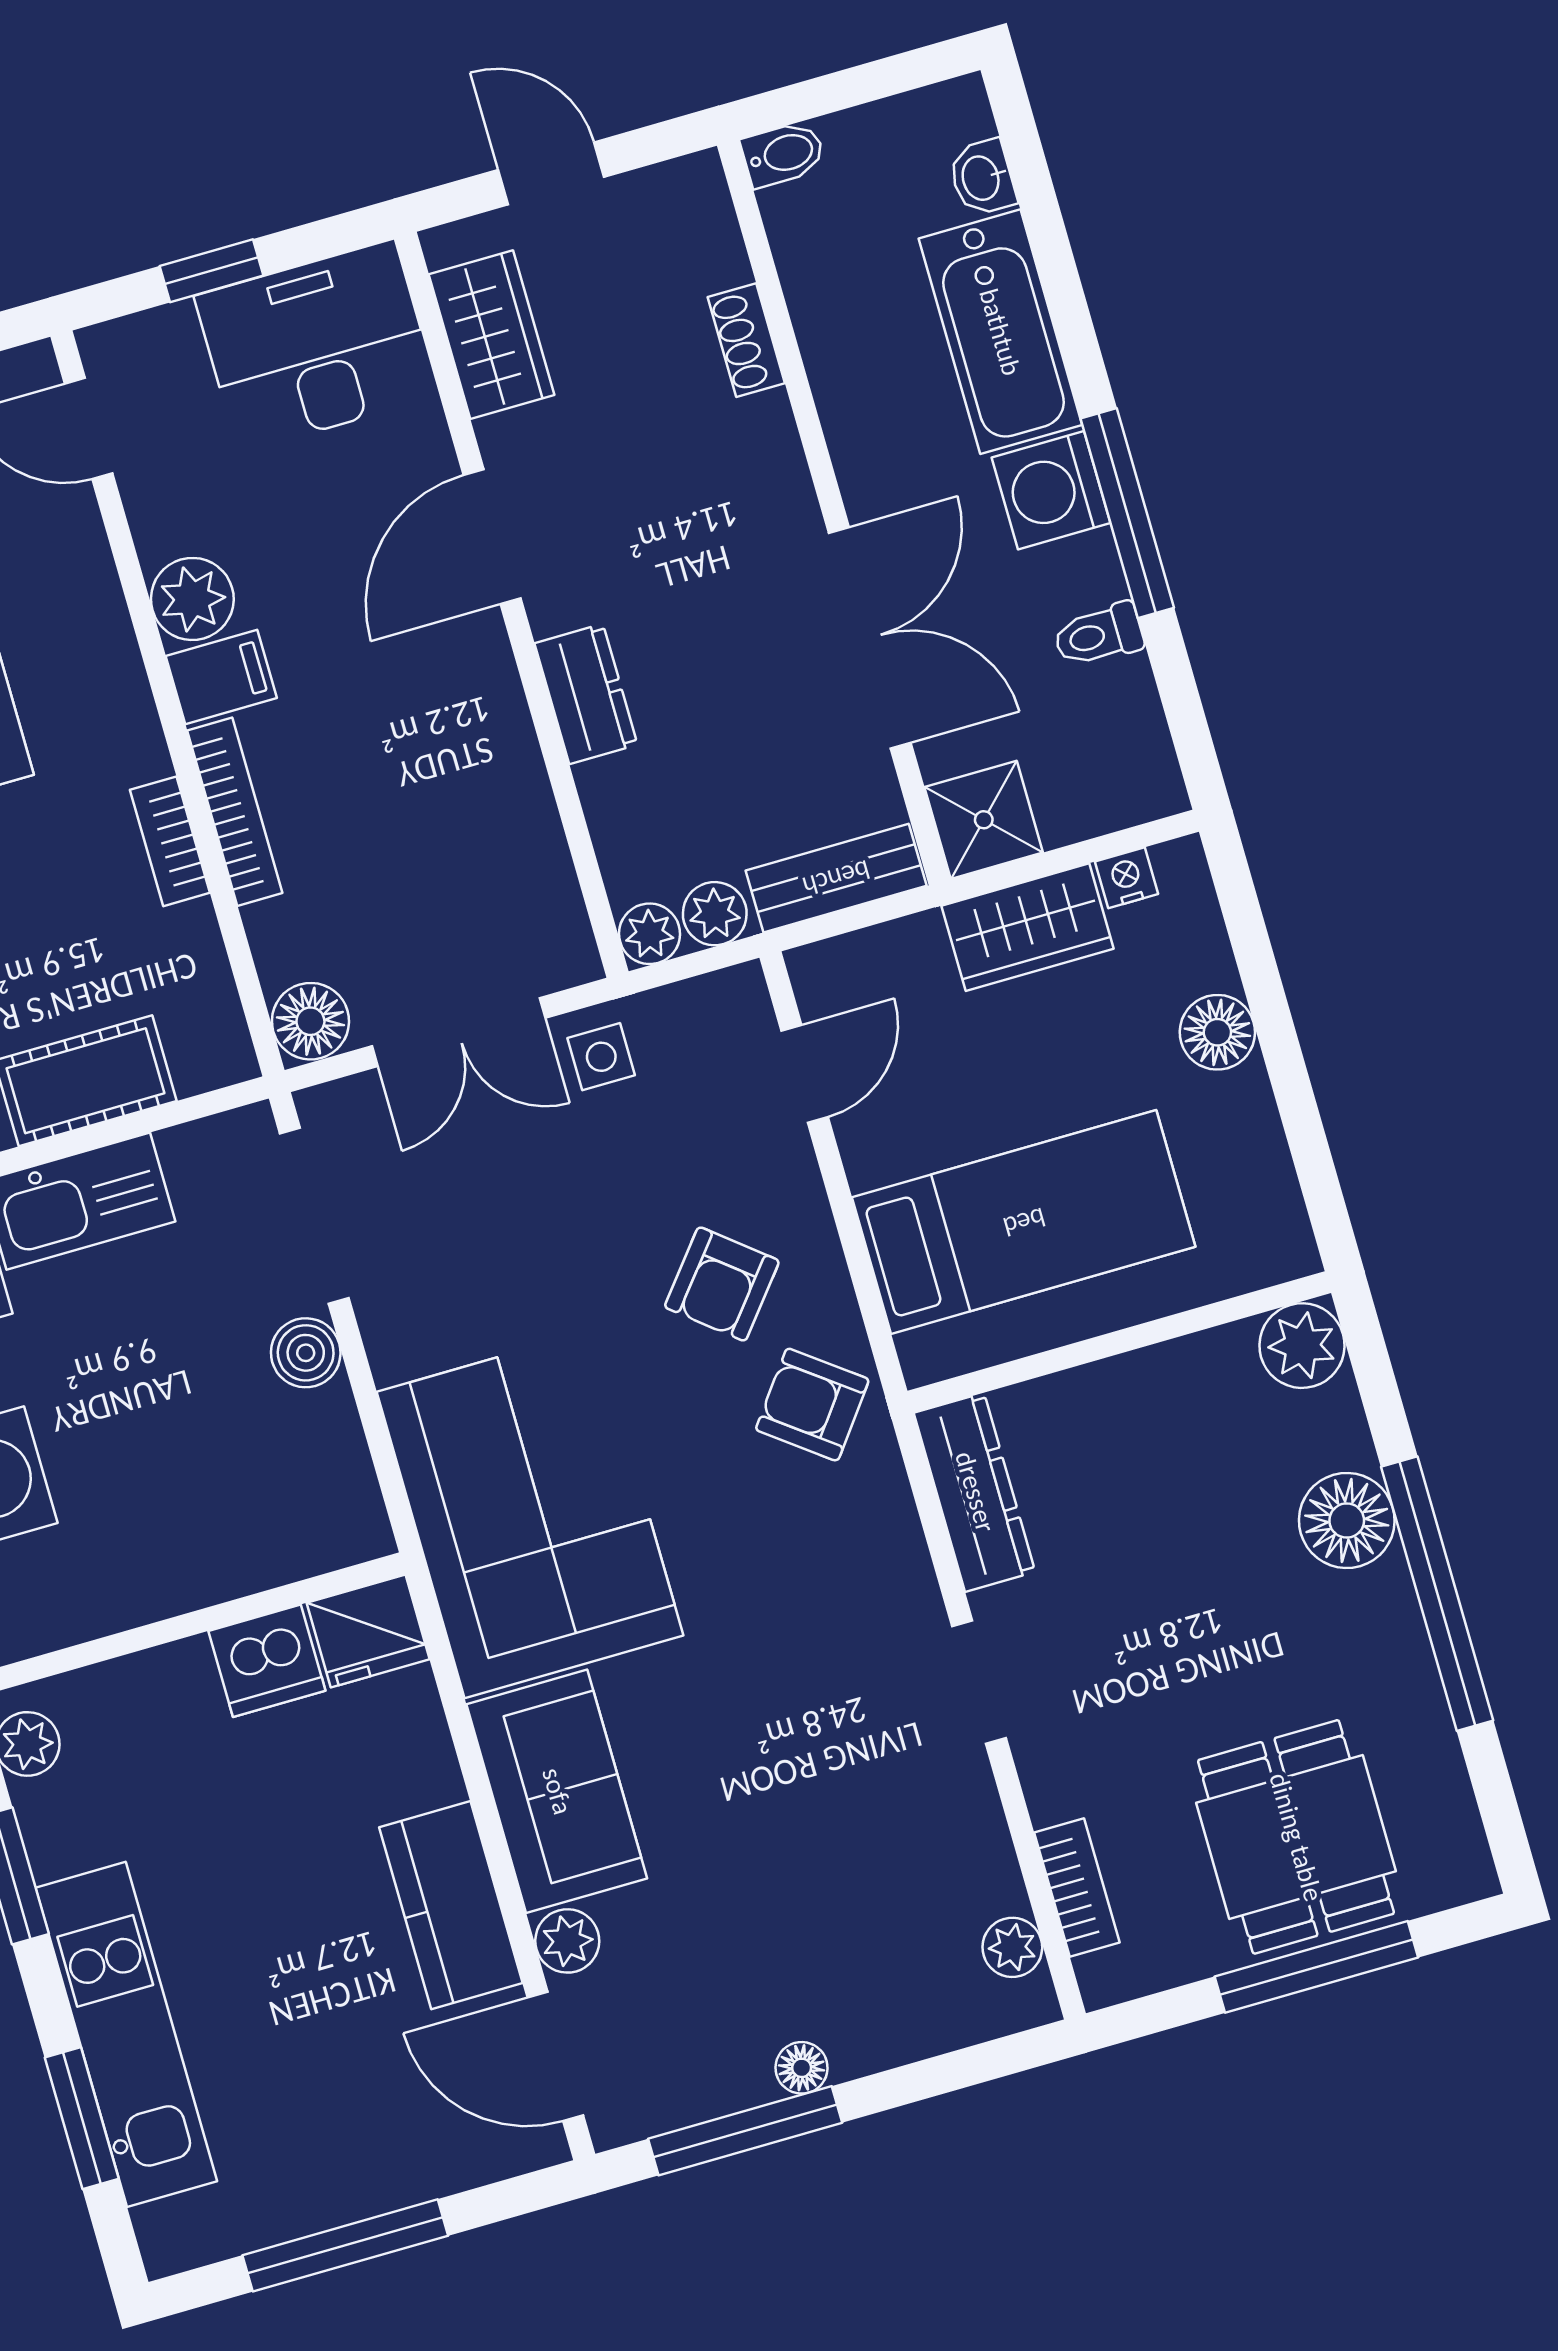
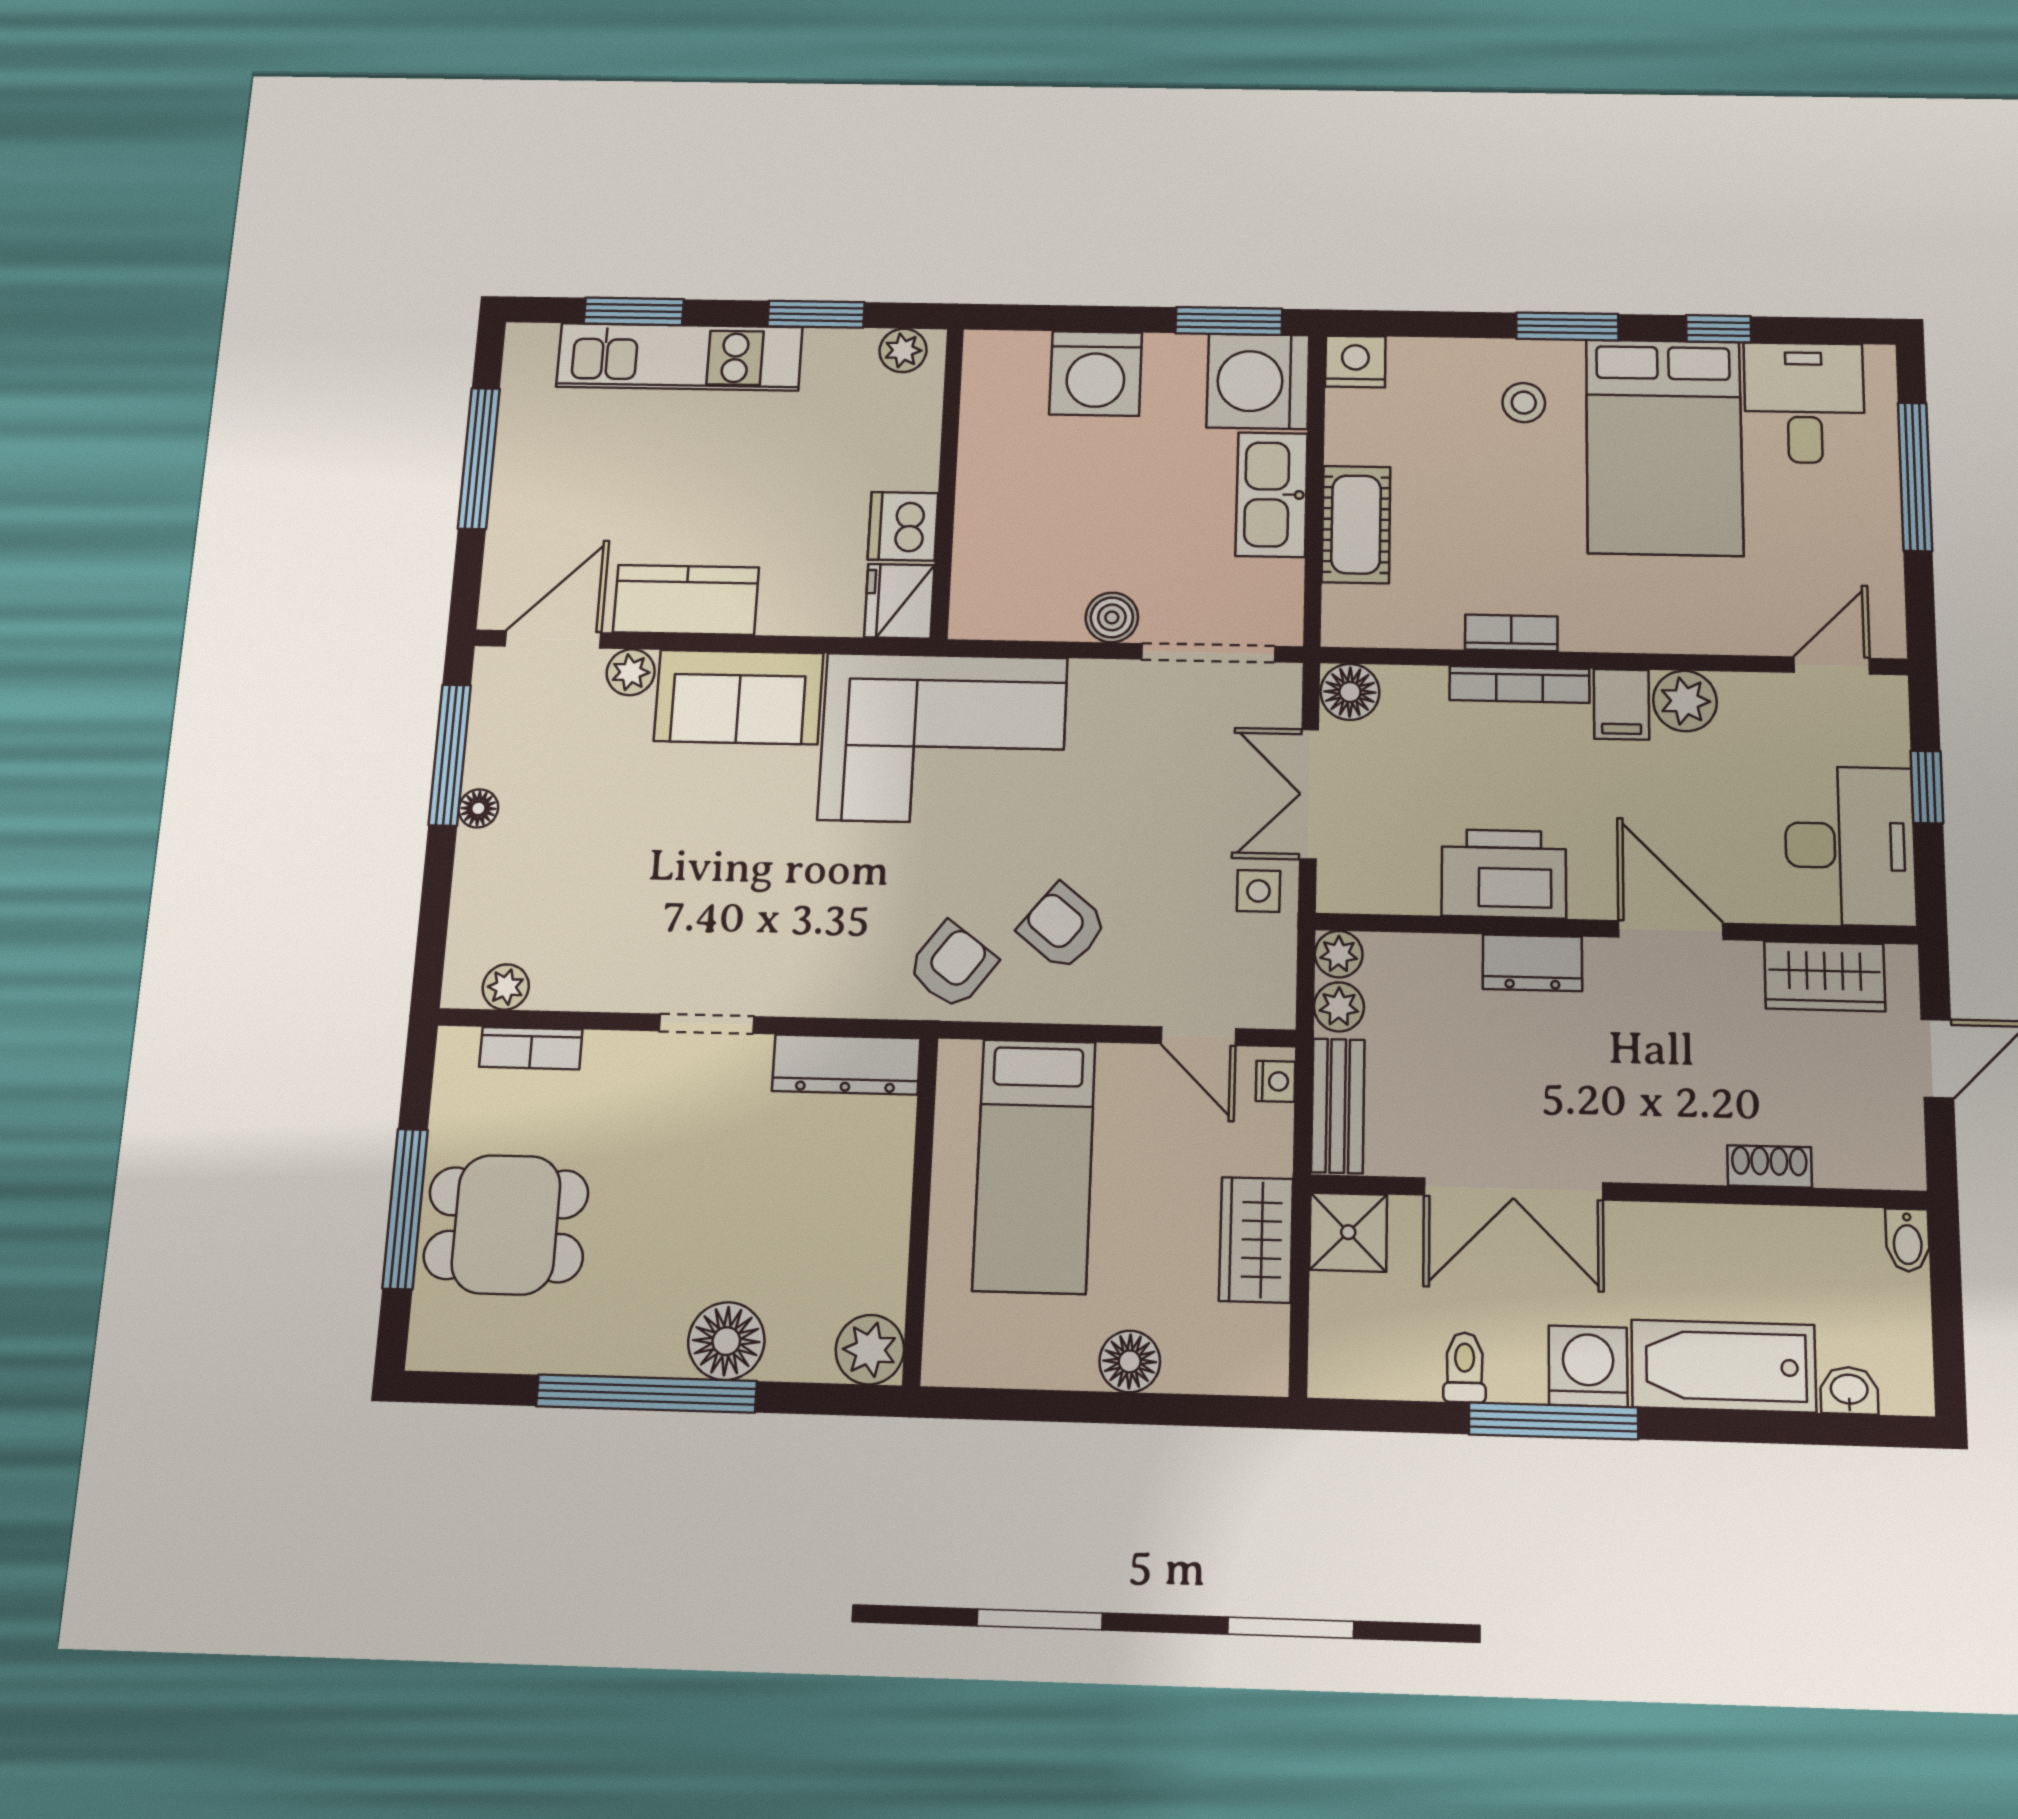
printer: (485, 761) -> (1504, 874), added
nightstand: (1126, 878) -> (1275, 1081), moved

